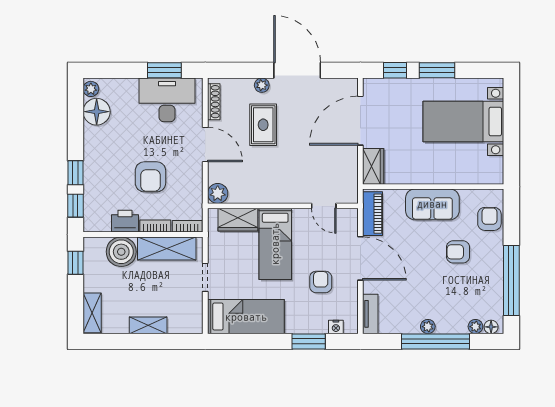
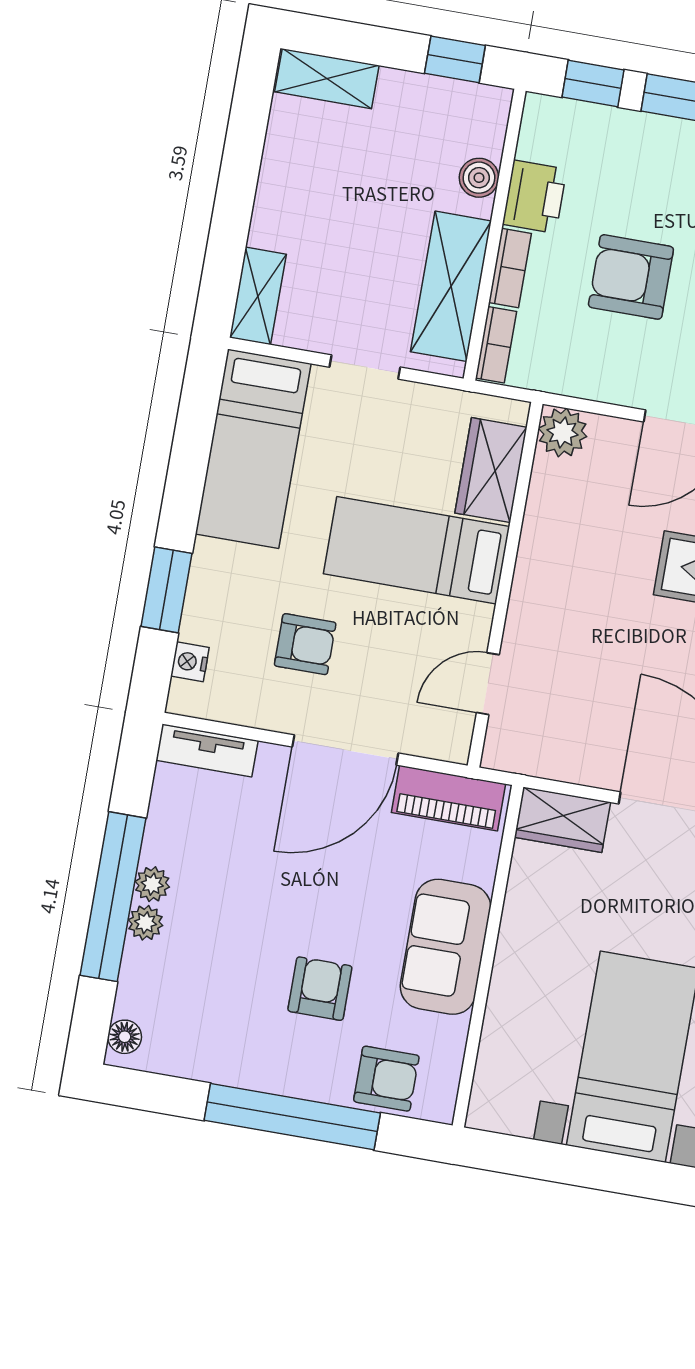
boiler: (121, 252) -> (479, 178), width x0.54, depth x0.54
window: (511, 280) -> (292, 1117), moved
shelving: (148, 325) -> (258, 296), moved
plant: (475, 327) -> (145, 923), moved

